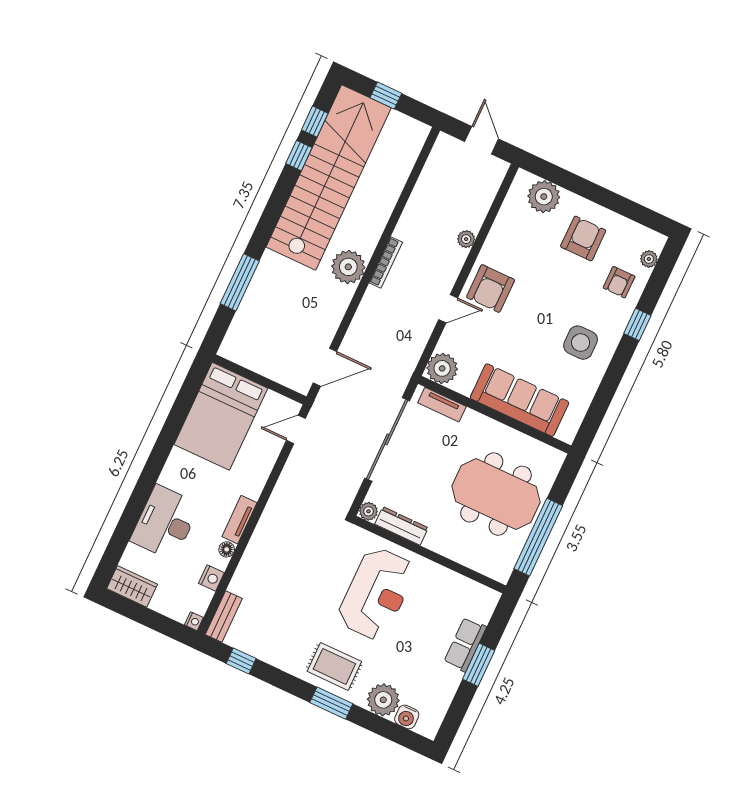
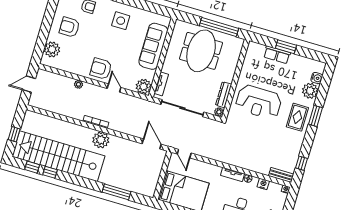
armchair: (491, 289) -> (101, 69), turned 180
reception desk: (376, 594) -> (259, 102), turned 180

